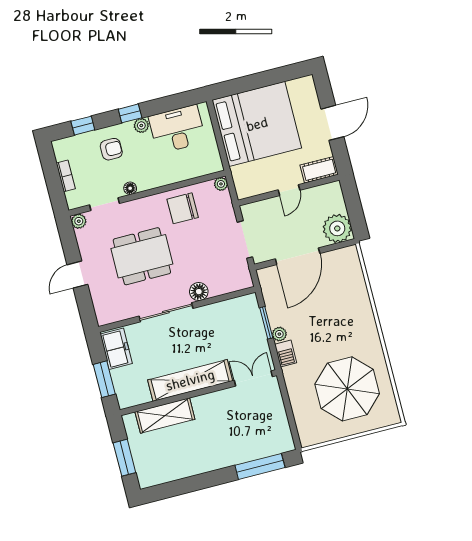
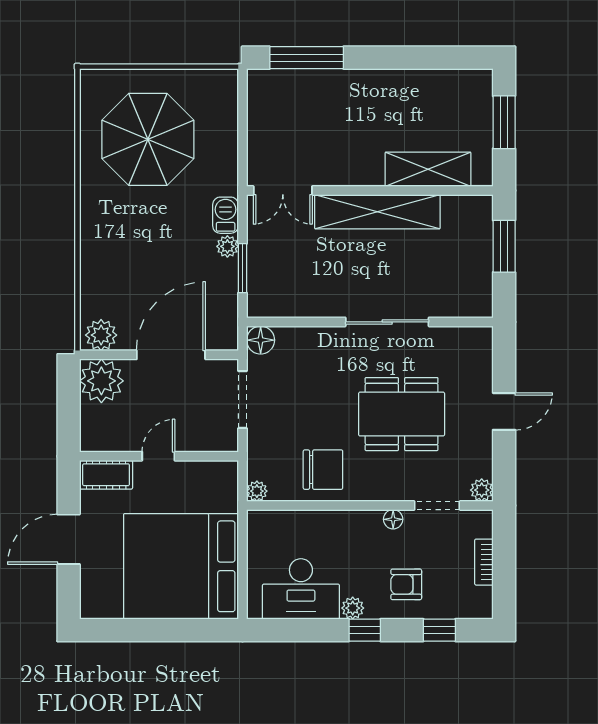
plant: (345, 257) -> (101, 335), added
floor lamp: (199, 292) -> (261, 340), moved
freezer: (116, 349) -> (475, 287), removed

